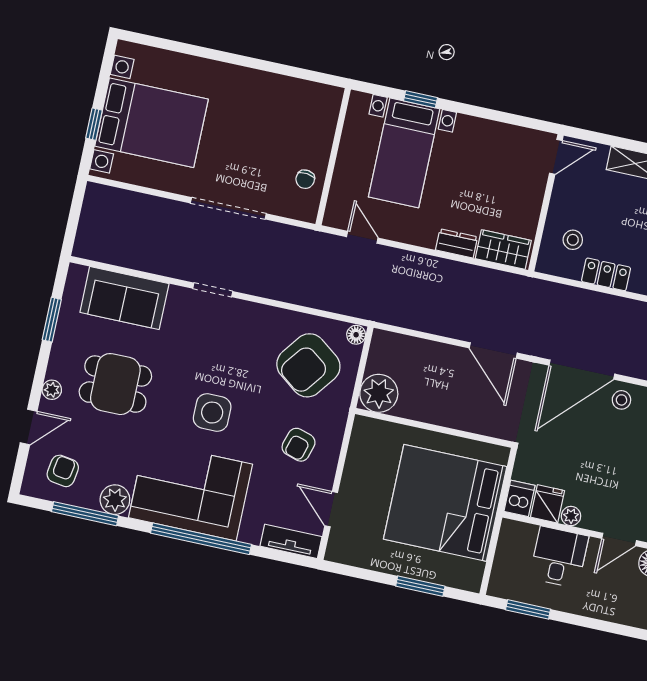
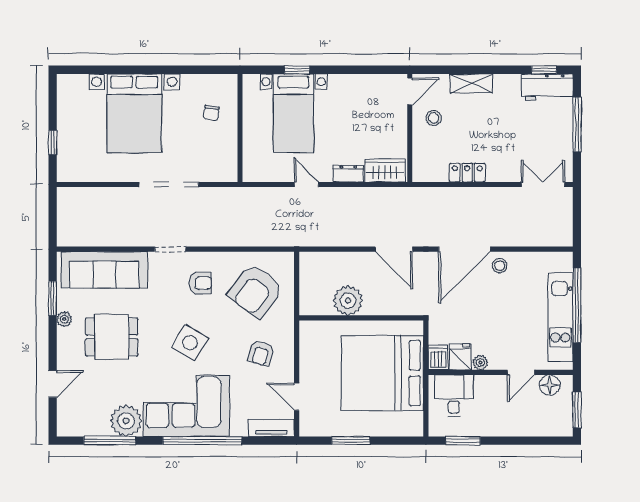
bed with nightstands: (151, 123) -> (134, 113), moved, turned 90
chair: (305, 179) -> (211, 113), moved
door: (362, 237) -> (306, 185), moved
stool: (573, 240) -> (434, 118), moved
sofa: (124, 298) -> (104, 270), width x1.36
floor lamp: (356, 335) -> (287, 260), removed
plant: (52, 390) -> (64, 319), moved
plant: (379, 393) -> (348, 301), moved
side table: (212, 413) -> (190, 343), turned 31
armchair: (63, 471) -> (200, 283), moved, turned 81
plant: (115, 500) -> (126, 421), width x1.36, depth x1.36
desk: (559, 557) -> (454, 396), moved
window: (420, 586) -> (351, 441), moved

